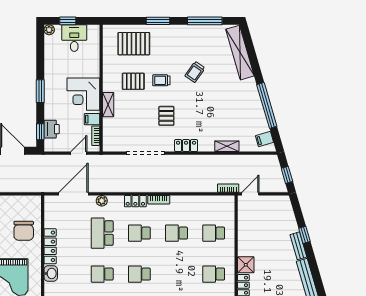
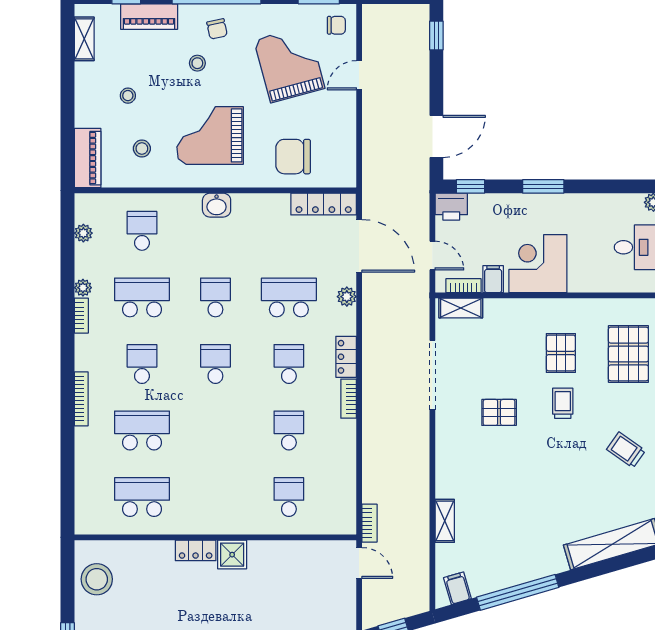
trolley: (195, 72) -> (626, 450), moved
shelving: (108, 105) -> (461, 308), moved
printer: (52, 129) -> (451, 207), moved
locker: (186, 146) -> (446, 448), removed
locker: (50, 246) -> (324, 204), moved
school desk: (214, 274) -> (215, 497), removed

